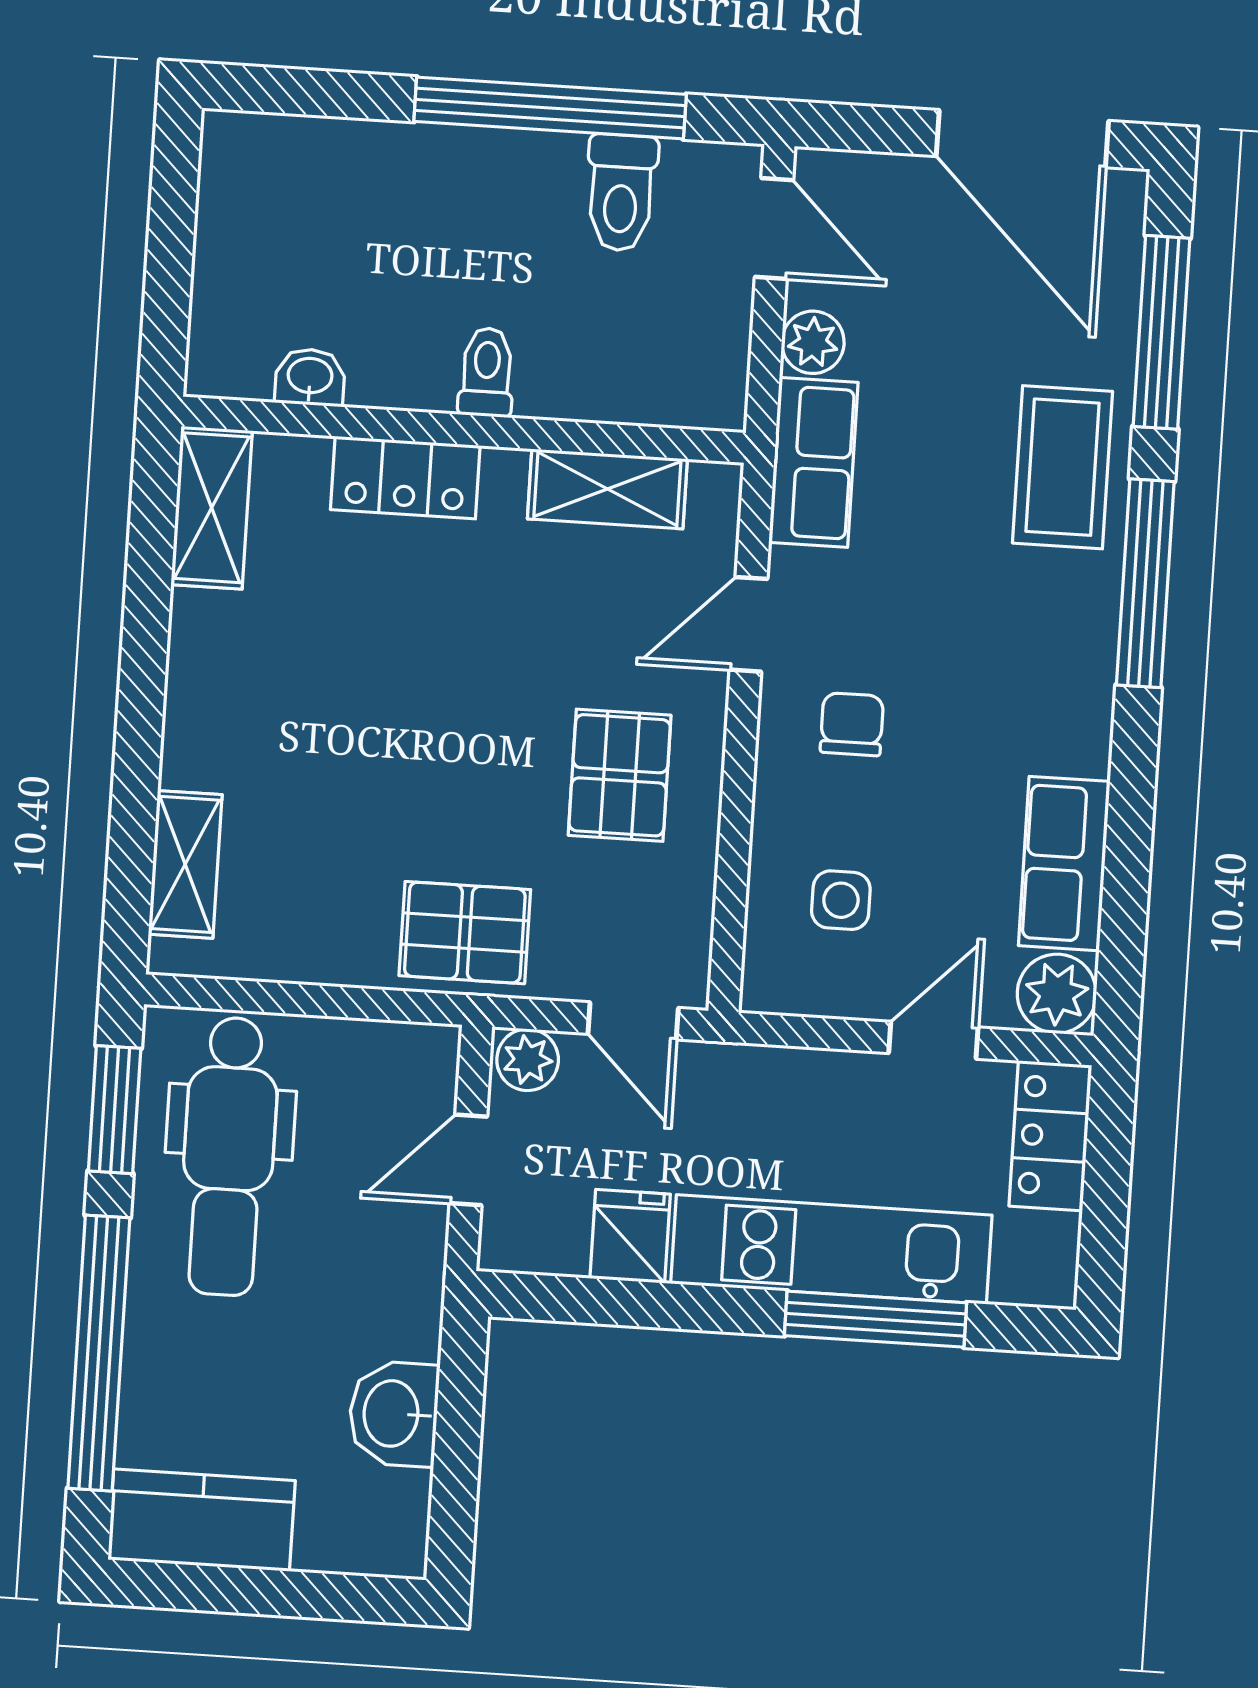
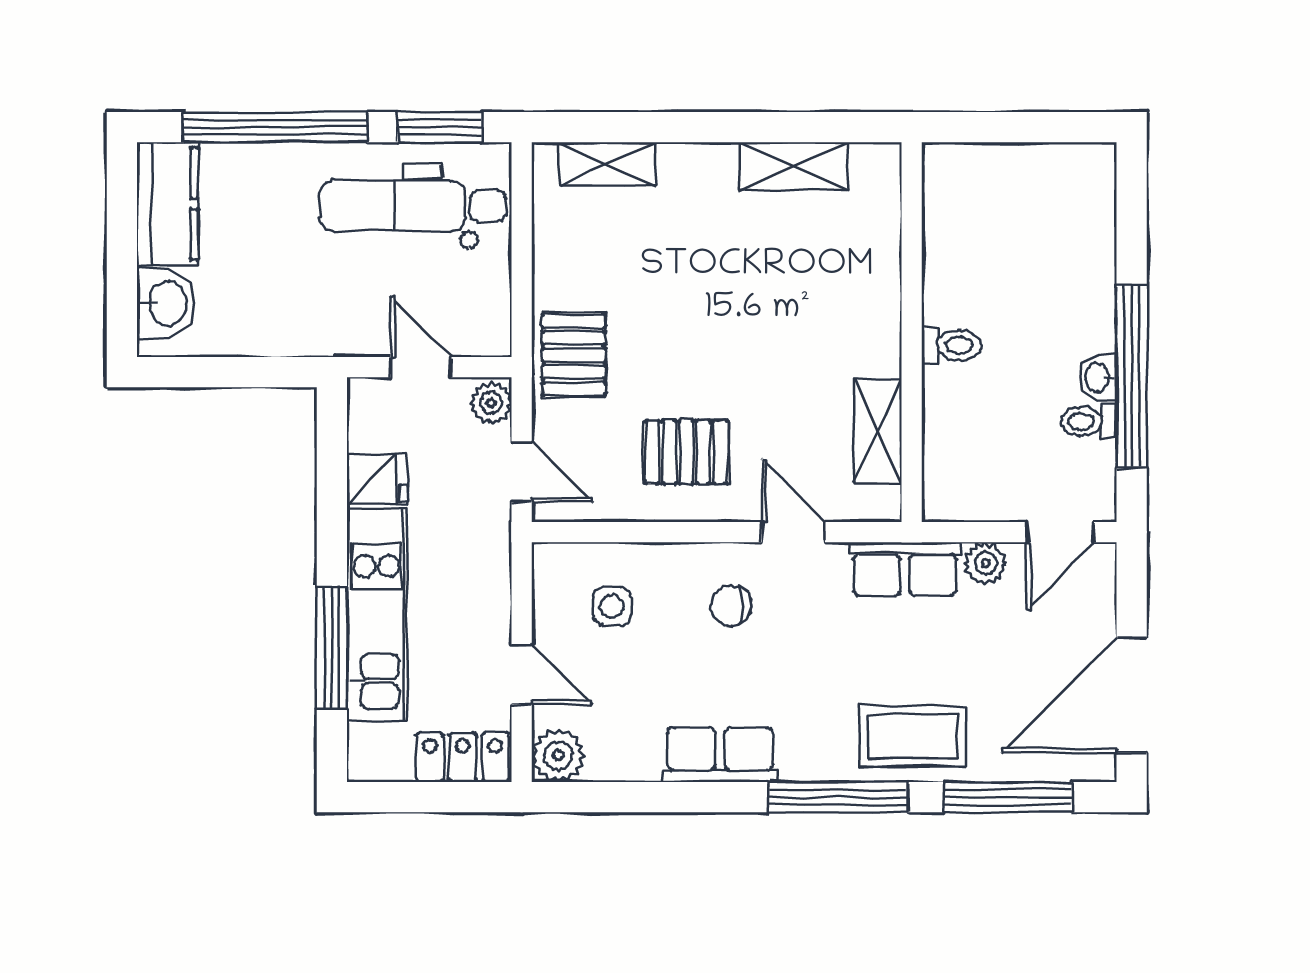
toilet: (621, 193) -> (1089, 421), width x0.73, depth x0.72
washbasin: (310, 377) -> (1098, 377), moved, turned 180
locker: (405, 478) -> (877, 295), removed
shelving: (212, 508) -> (794, 166), moved
chair: (852, 724) -> (731, 606), turned 180
row of seats: (1064, 864) -> (720, 755), moved
door: (633, 1021) -> (522, 472), swing flipped
washbasin: (394, 1414) -> (166, 303), moved, turned 90

